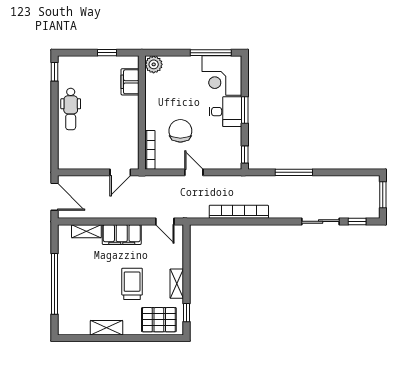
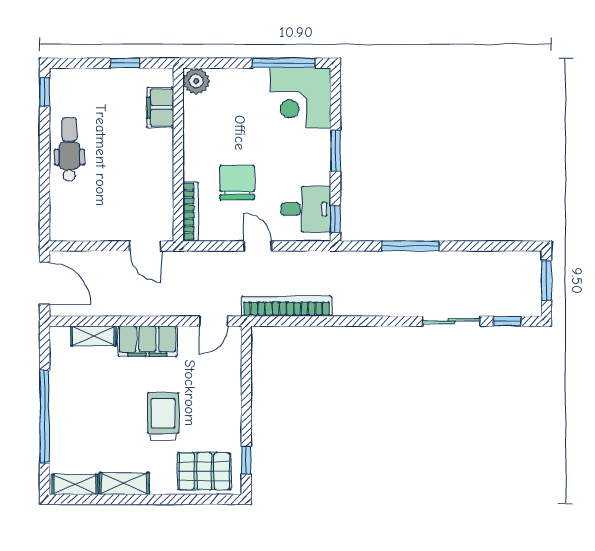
dental chair: (71, 109) -> (69, 149), turned 180
desk: (225, 112) -> (306, 209), moved
door: (120, 172) -> (145, 246), hinge flipped
bookcase: (239, 212) -> (287, 306), moved
door: (165, 221) -> (213, 321), hinge flipped
shelving: (177, 284) -> (75, 484), moved, turned 90

